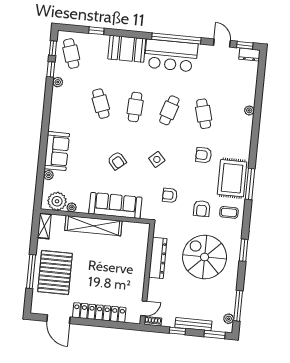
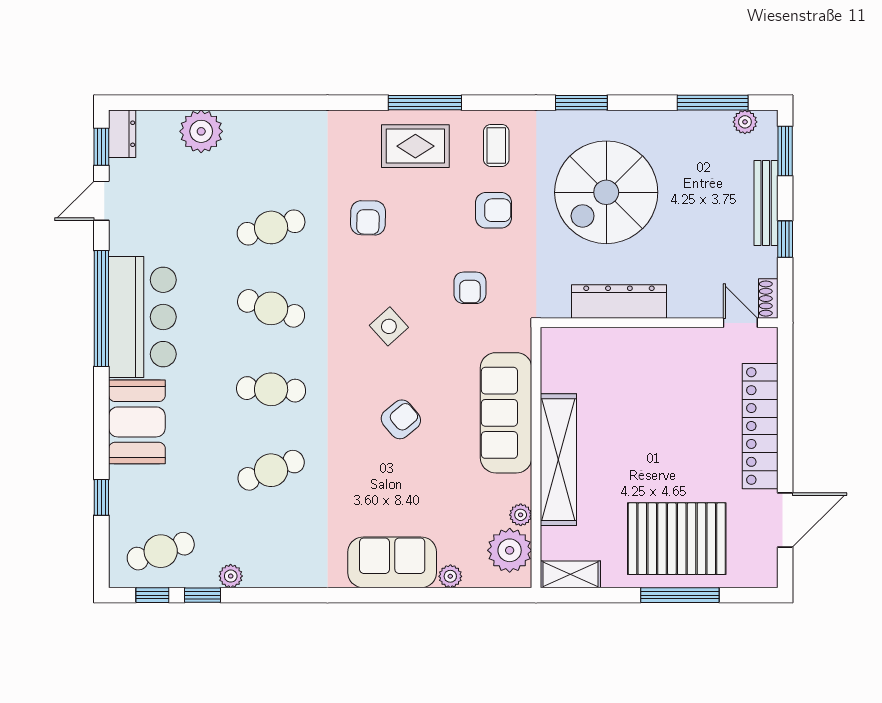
plant: (249, 110) -> (201, 131), moved, width x1.87, depth x1.87
rug: (232, 178) -> (415, 146), width x0.73, depth x0.70

